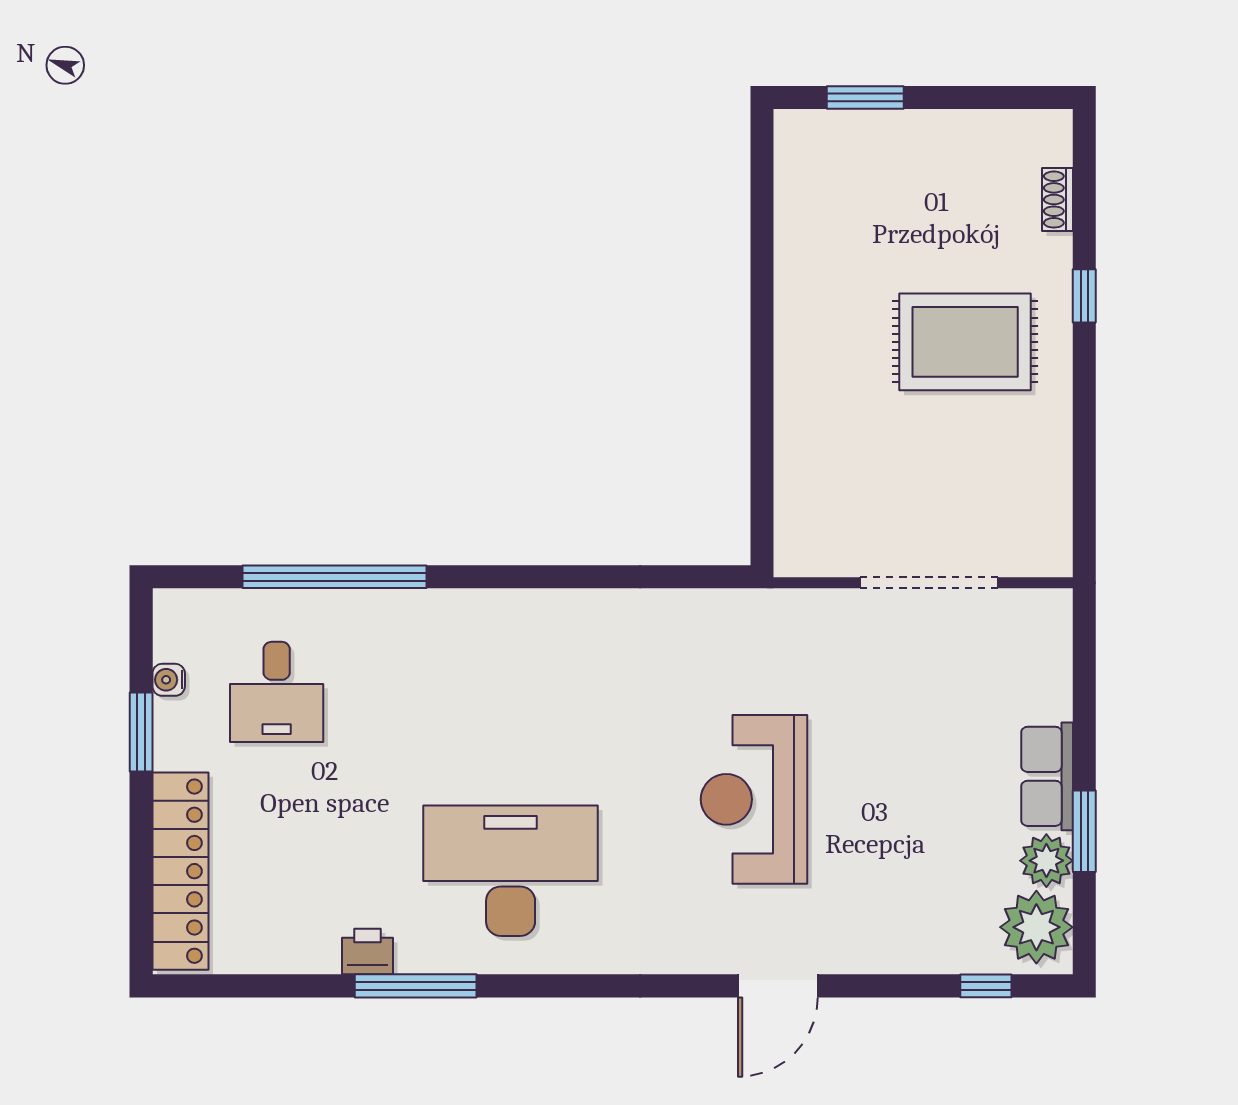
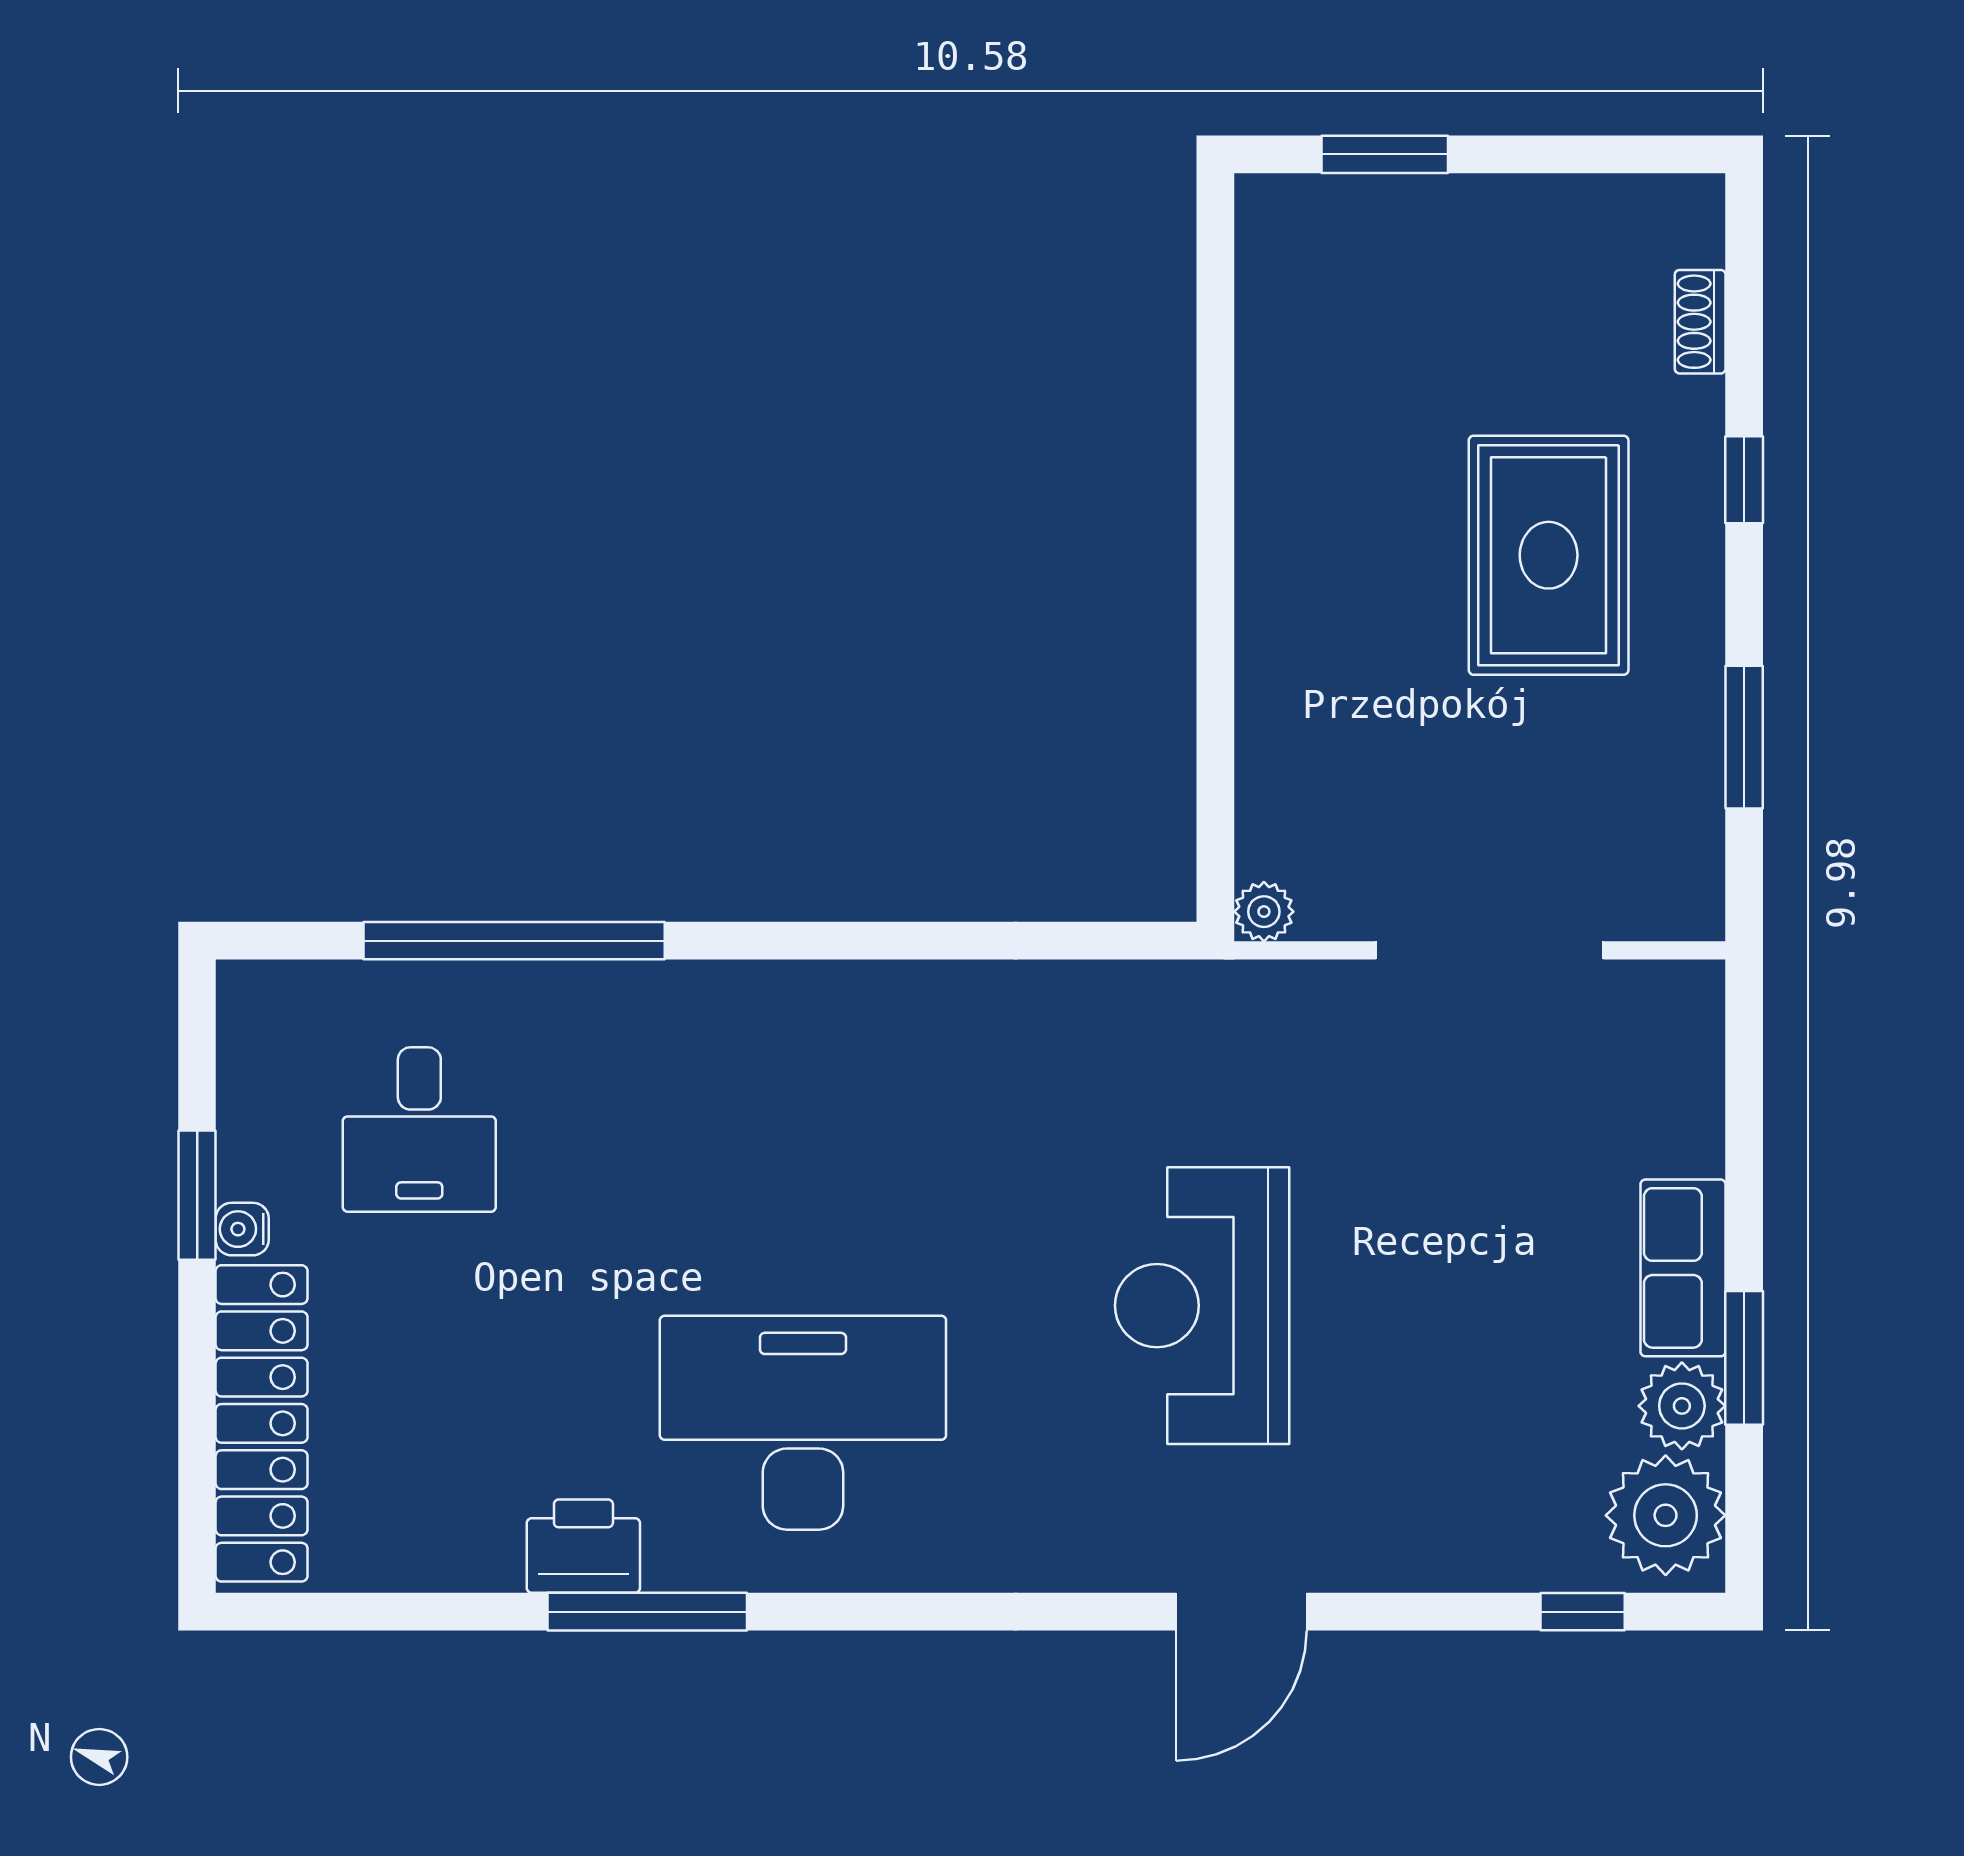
rug: (965, 342) -> (1549, 555), turned 90
window: (1084, 453) -> (1744, 737), added
plant: (792, 559) -> (1264, 912), added
water cooler: (169, 680) -> (242, 1229), moved
printer: (367, 951) -> (583, 1546), width x1.36, depth x1.24

